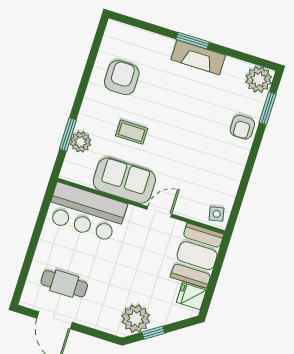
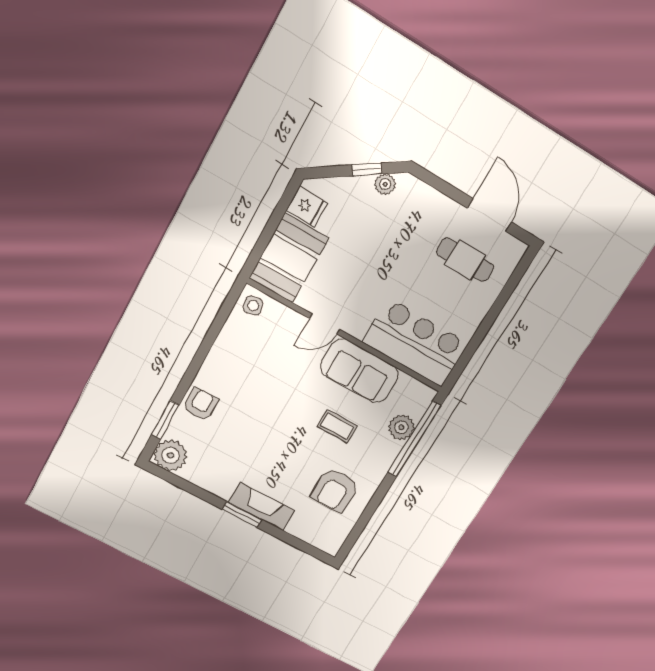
fireplace: (198, 57) -> (261, 506), moved
window: (68, 134) -> (414, 439), width x2.11
plant: (136, 319) -> (385, 184), width x0.53, depth x0.53

